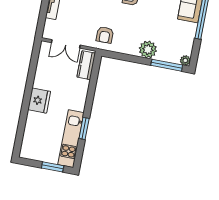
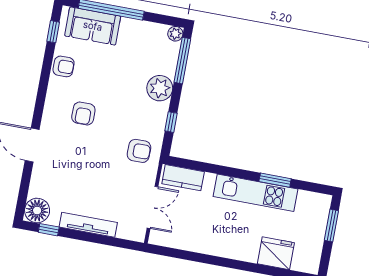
window: (124, 57) -> (171, 122), added
fridge: (39, 101) -> (276, 253), moved
kitchen unit: (71, 139) -> (256, 193), moved

